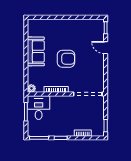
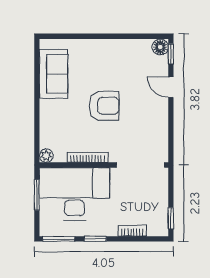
floor lamp: (99, 24) -> (160, 47), added
sofa: (36, 51) -> (54, 74), moved
desk: (39, 108) -> (74, 194), width x1.87, depth x1.30

